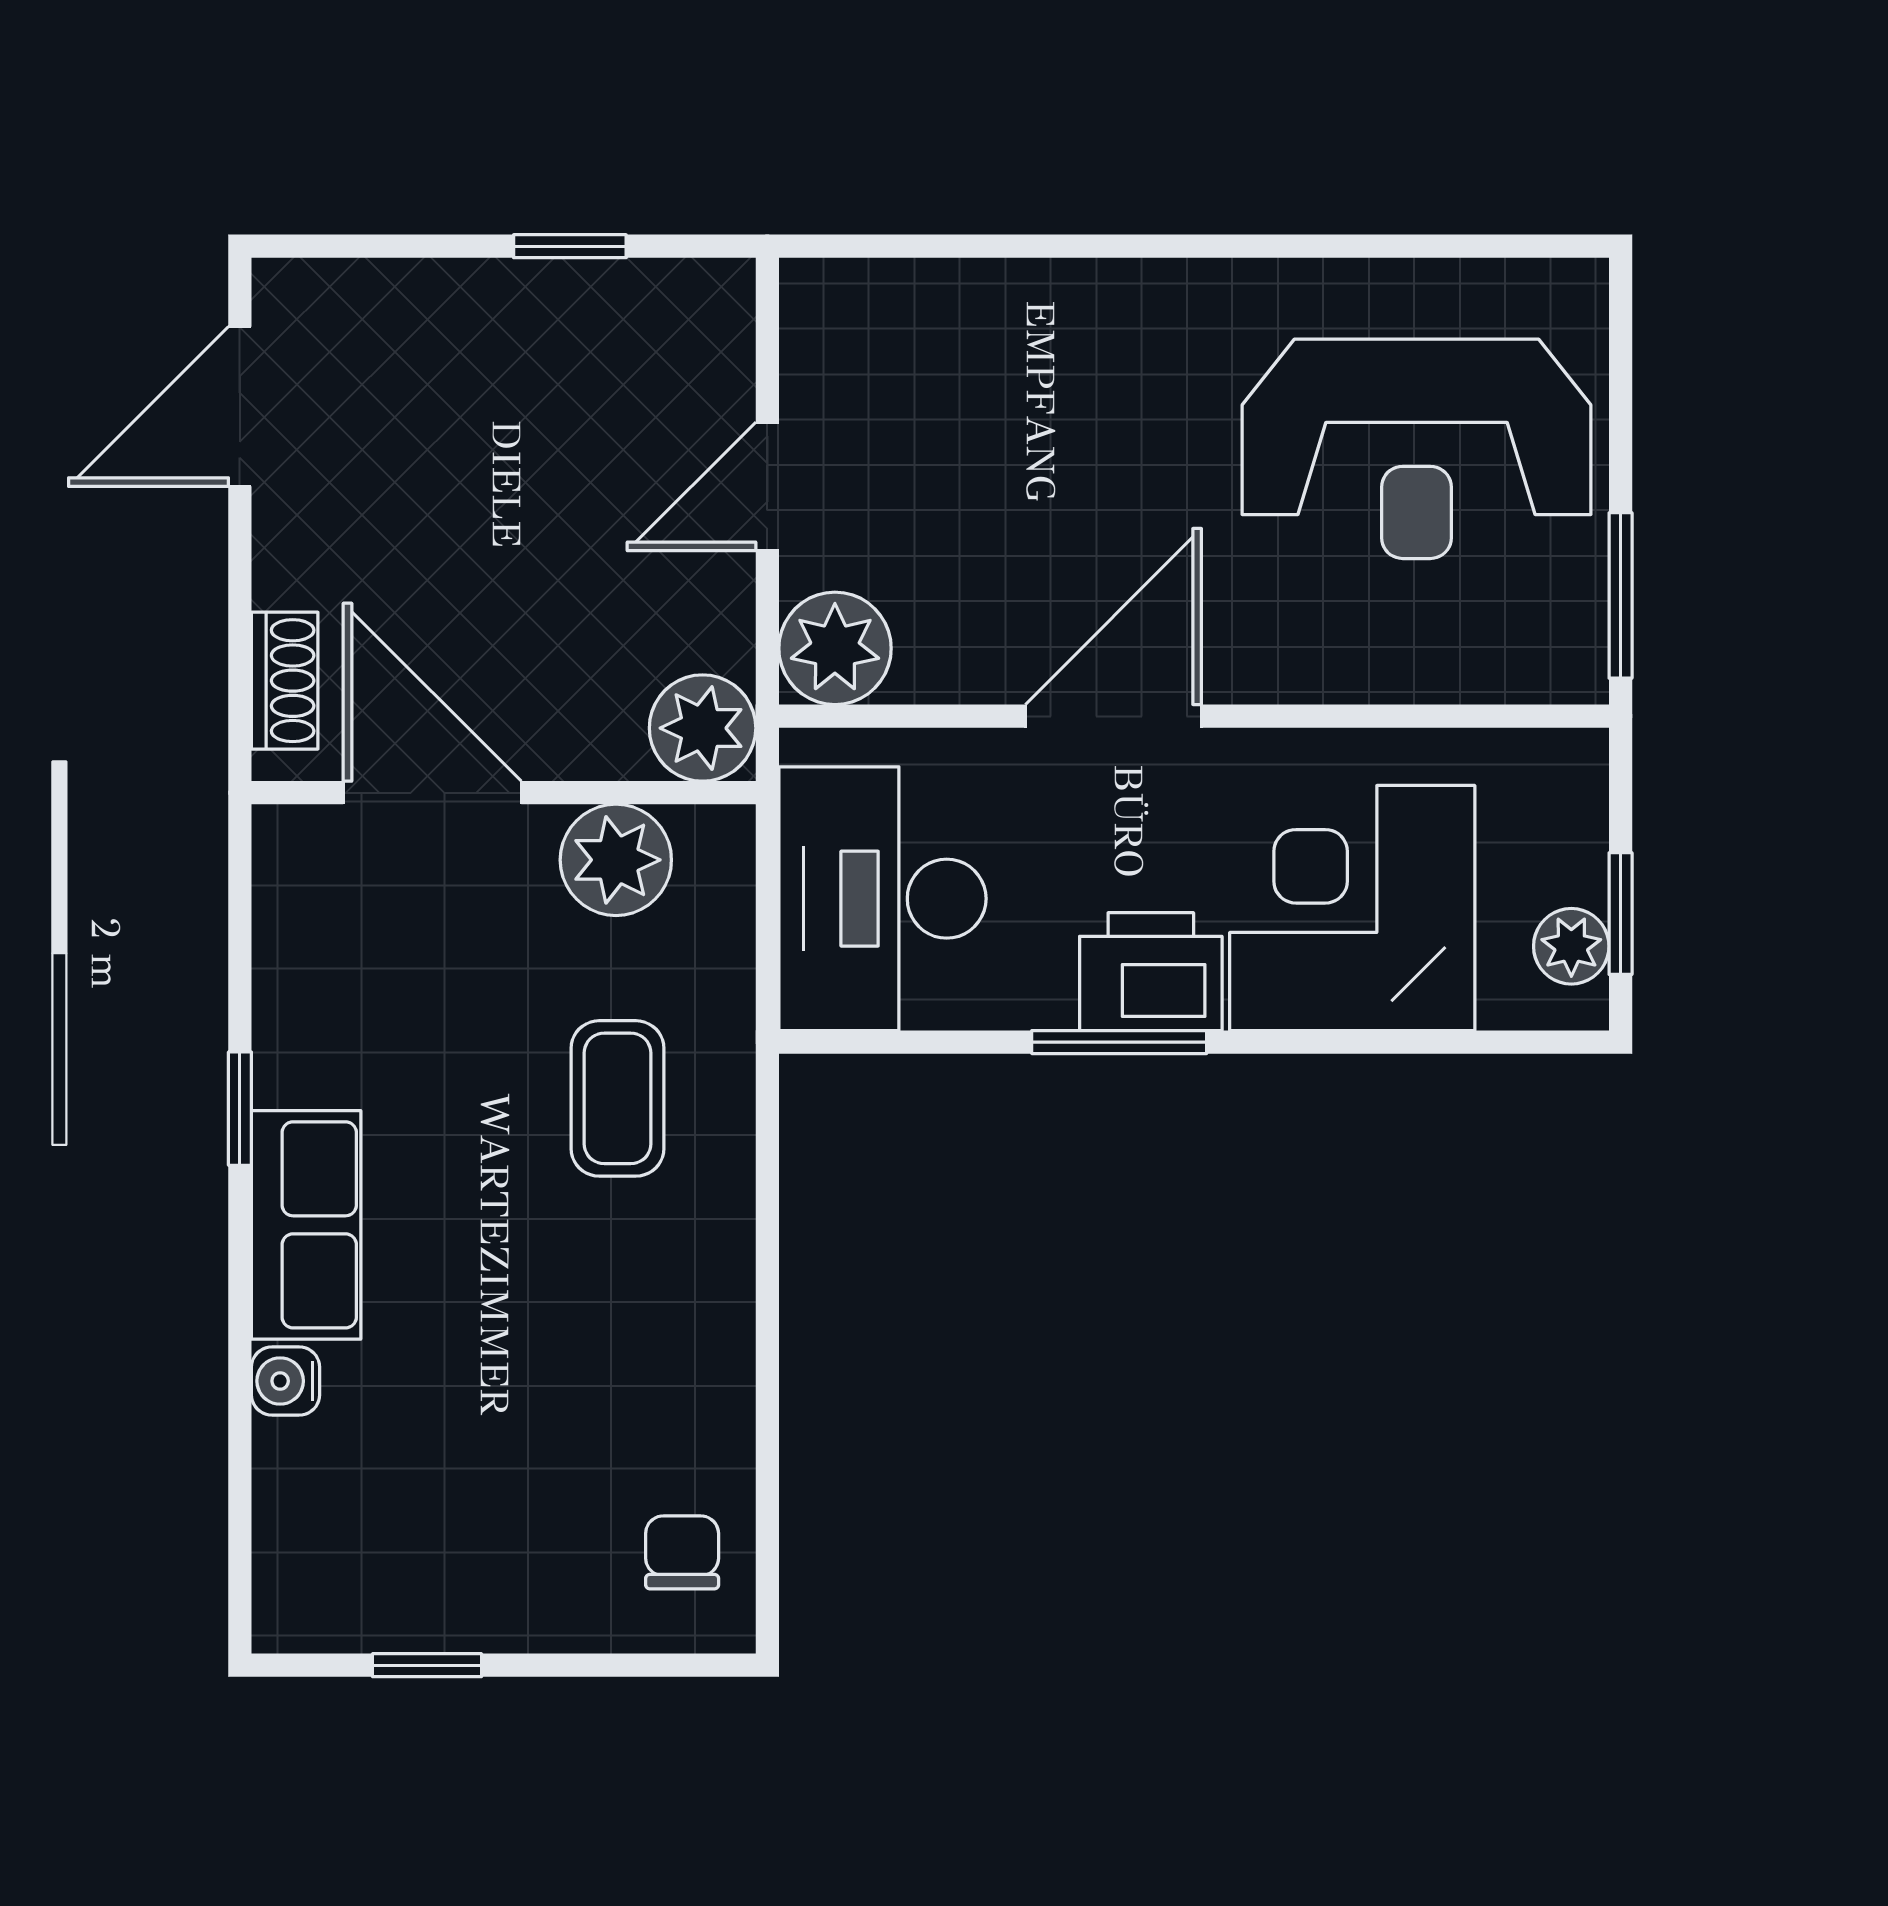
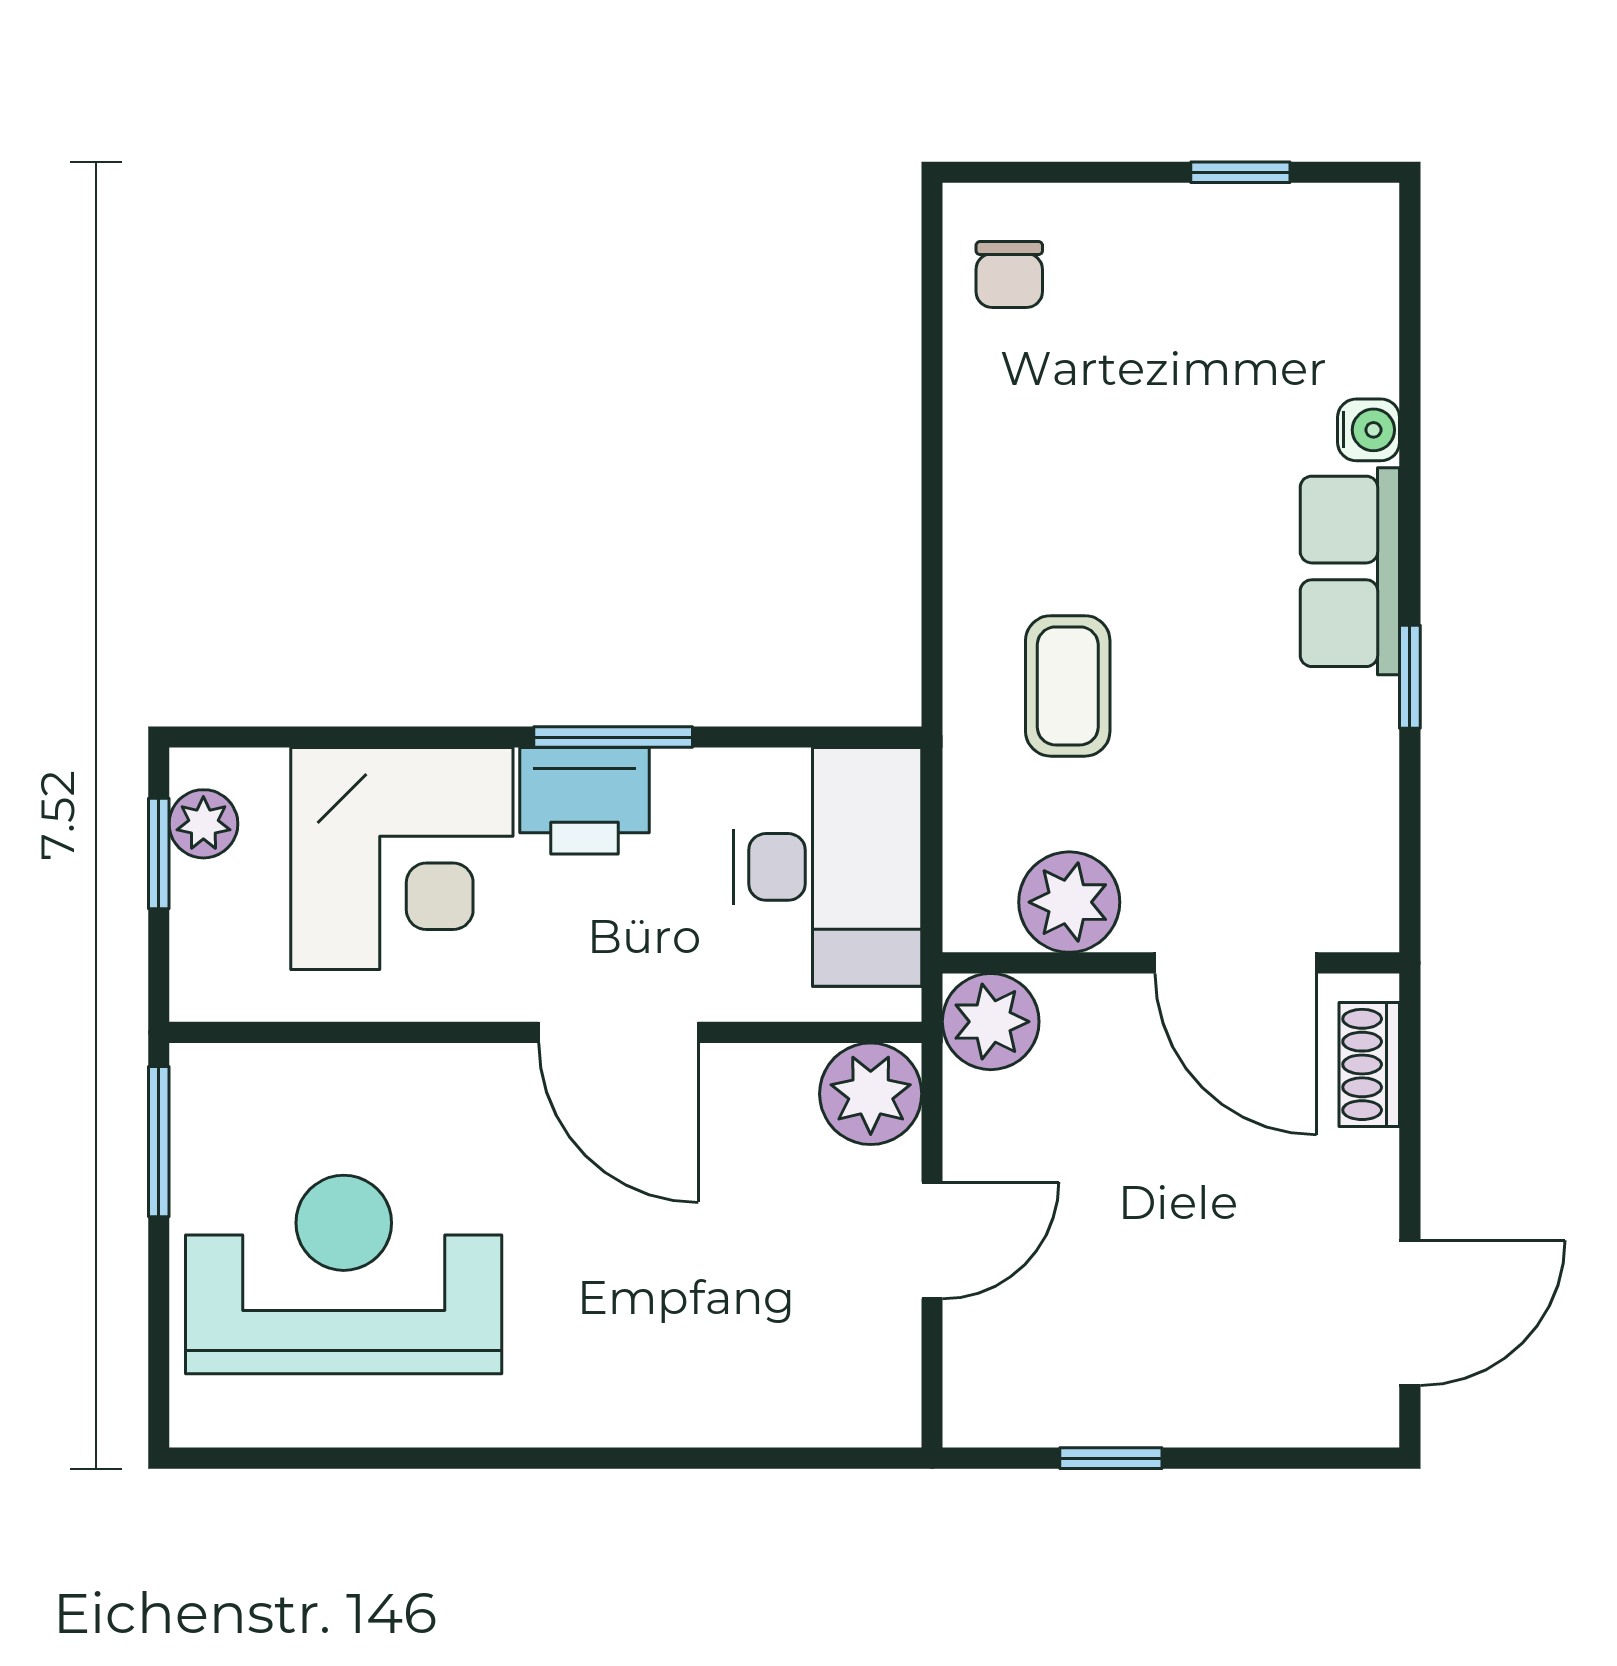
door: (1113, 716) -> (618, 1032), hinge flipped

